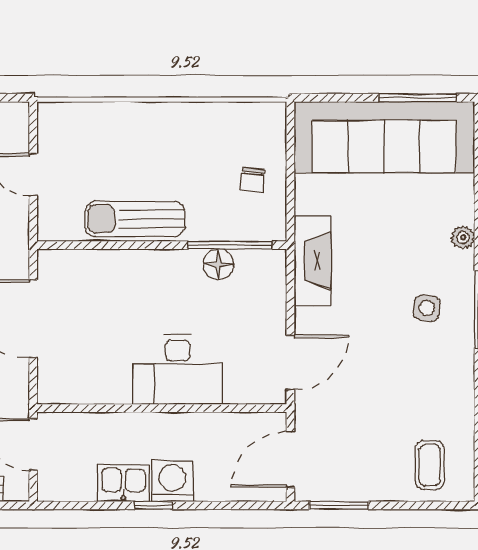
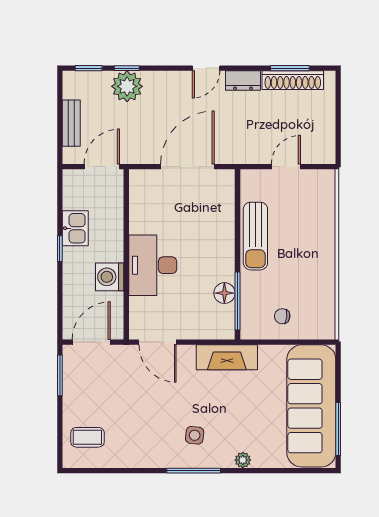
sun lounger: (135, 219) -> (255, 236), turned 180
door: (290, 460) -> (91, 342), hinge flipped
washing machine: (172, 481) -> (110, 277), moved, turned 180

